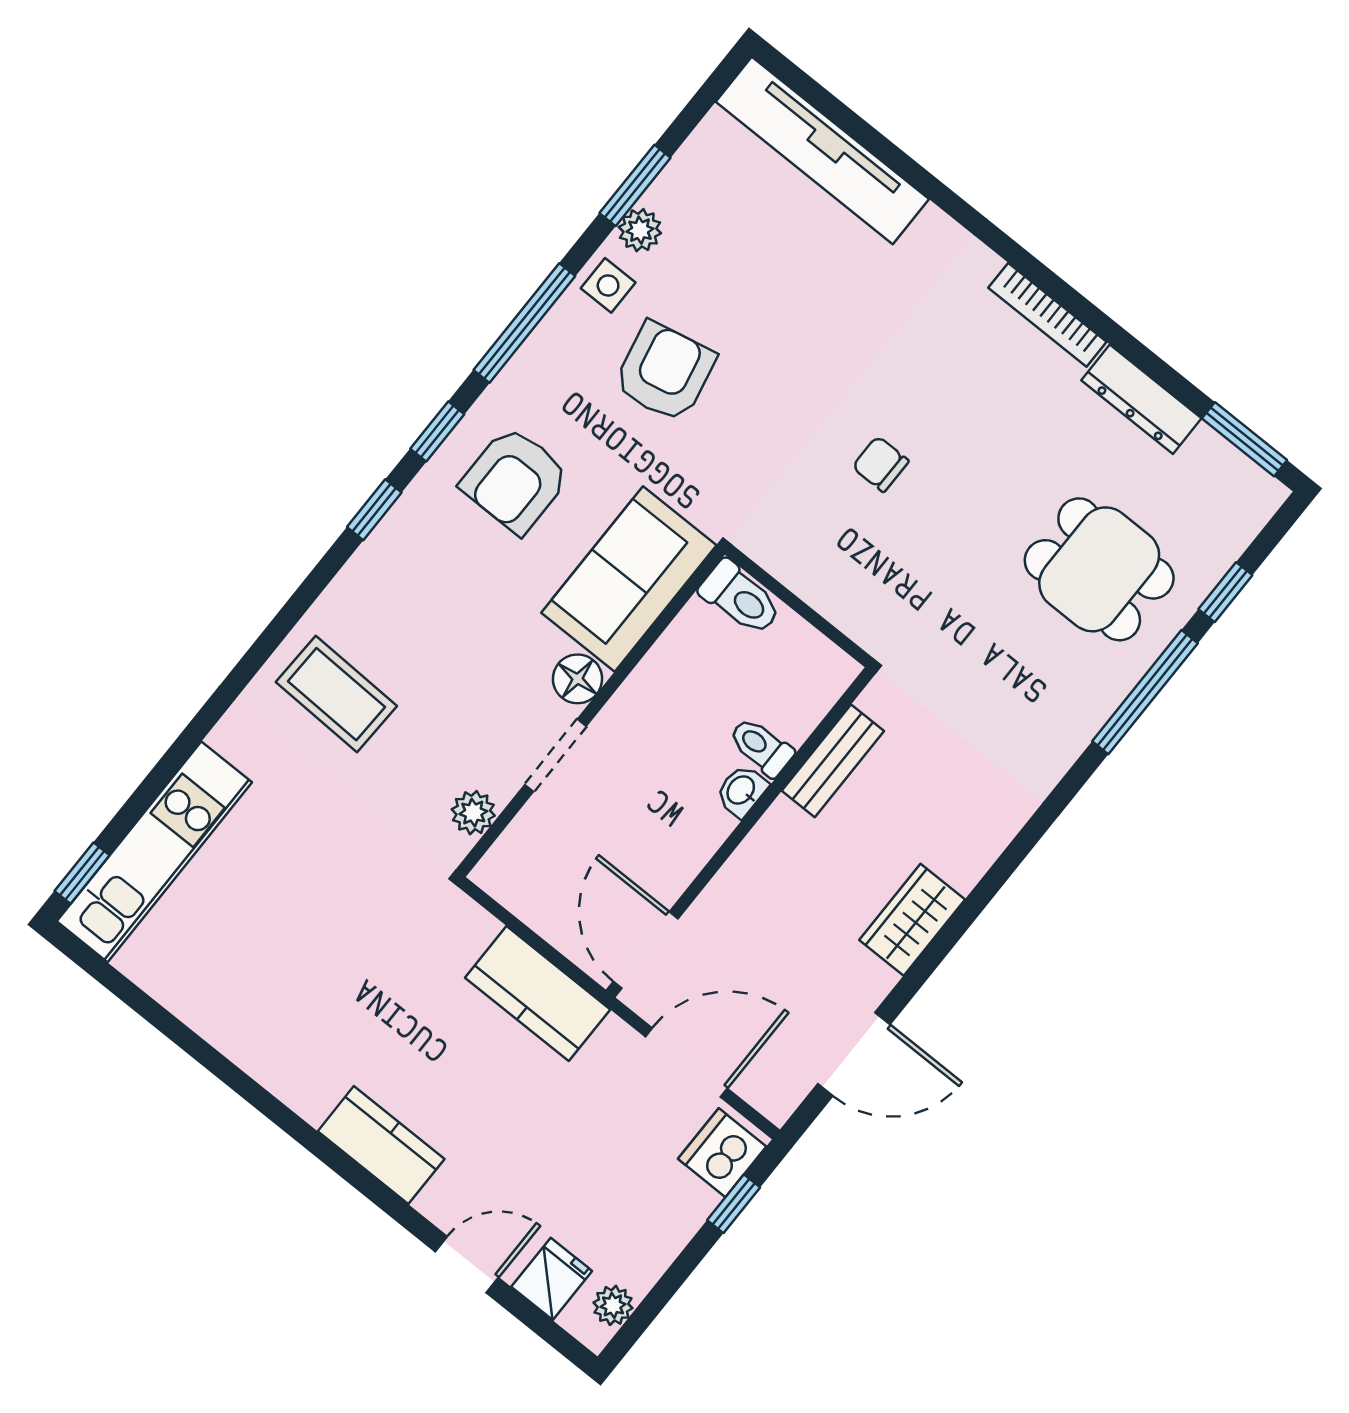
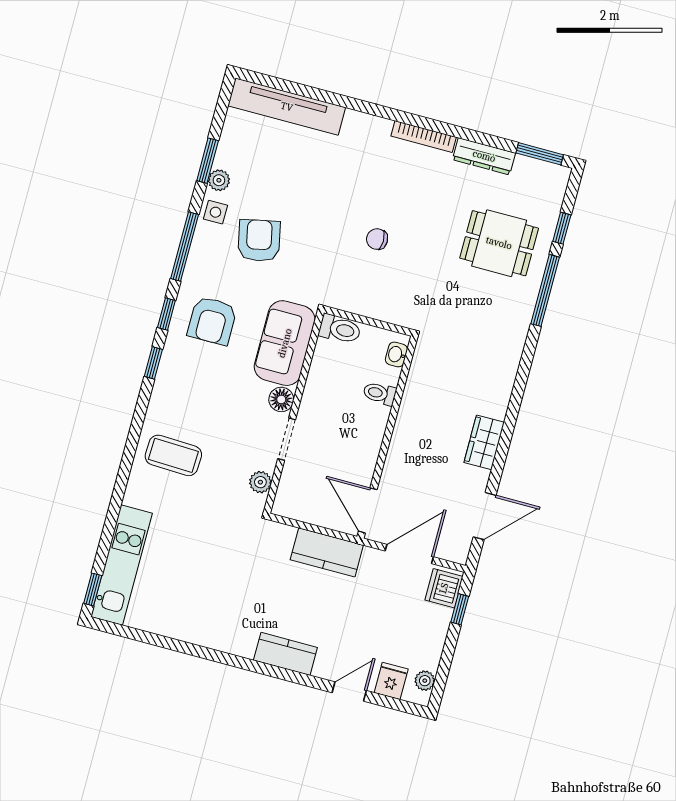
bench: (833, 761) -> (415, 385), removed
washbasin: (742, 791) -> (396, 354), moved

